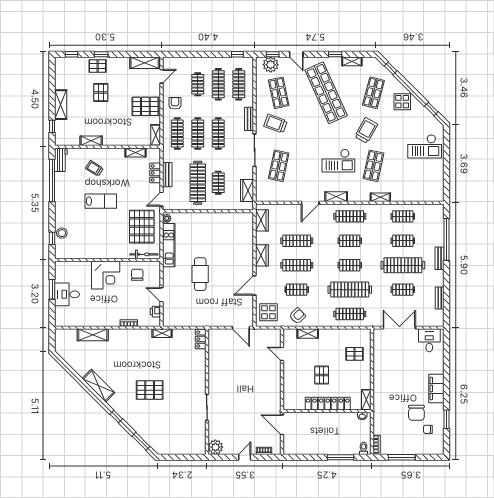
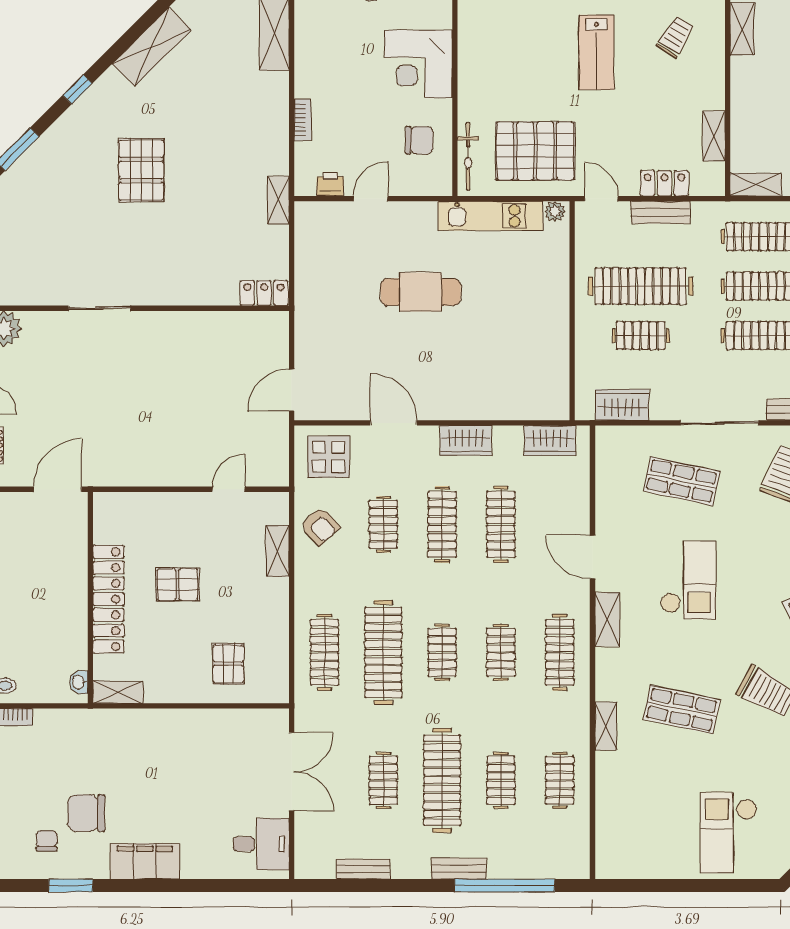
checkout: (338, 161) -> (688, 580), moved, turned 180

